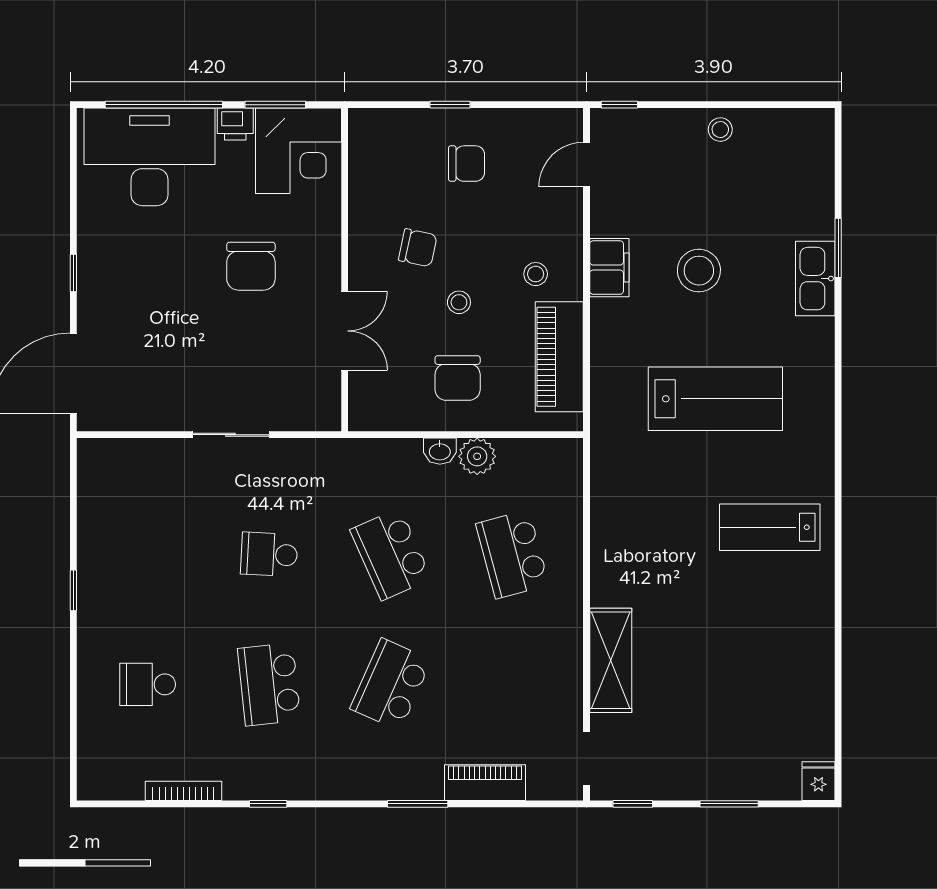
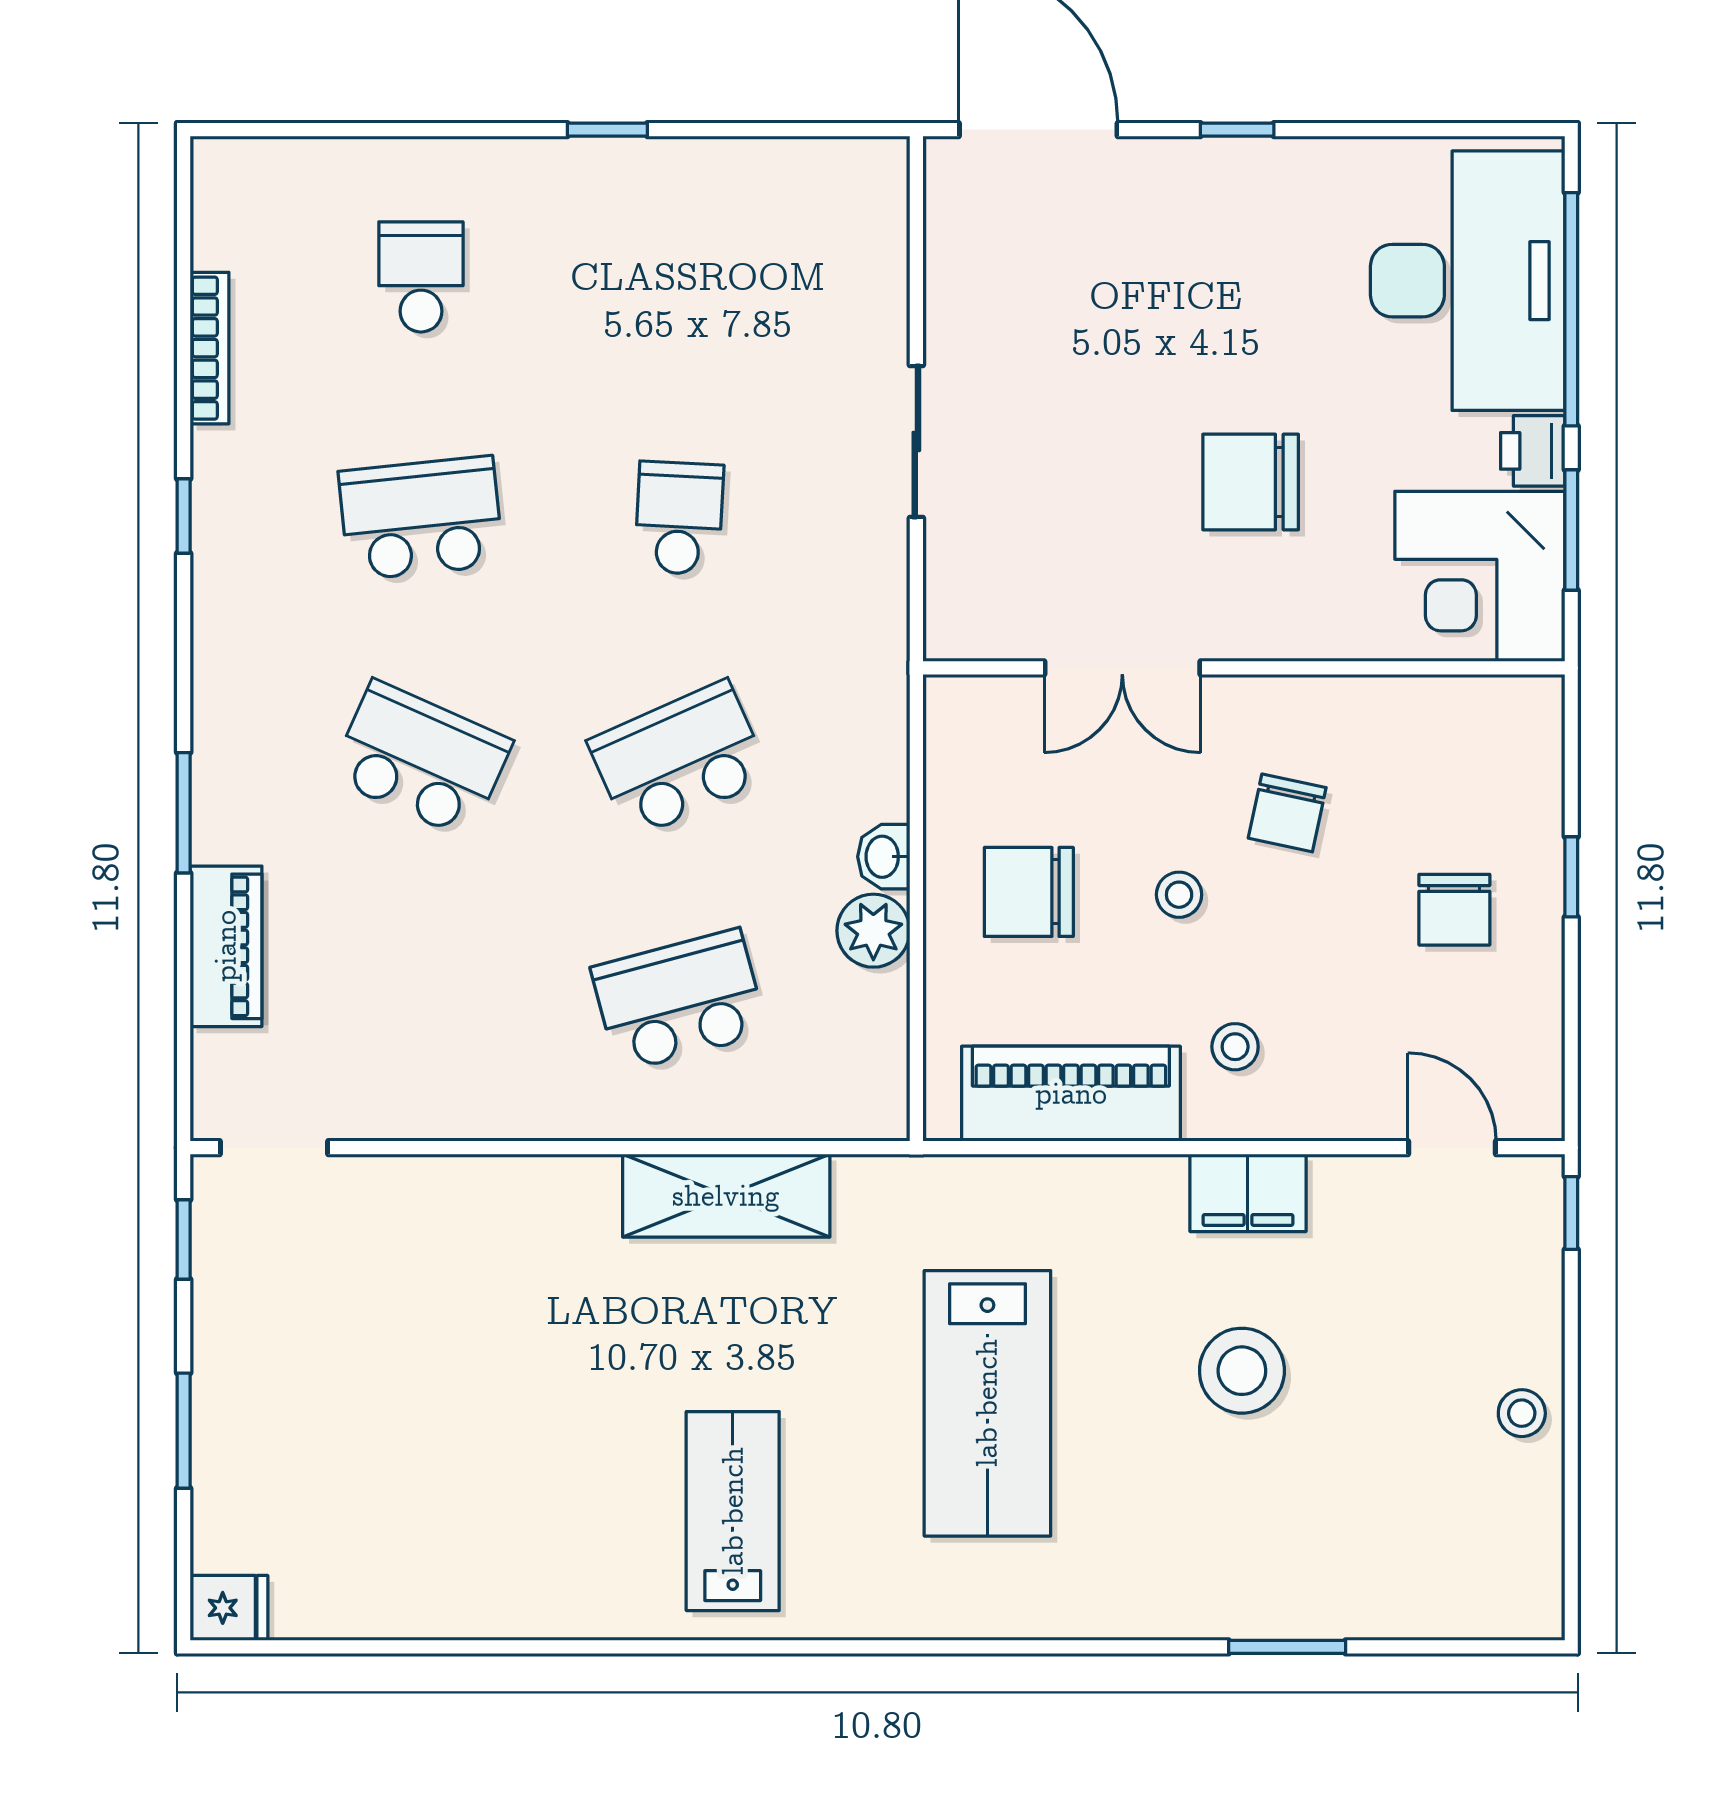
kitchen sink: (815, 279) -> (1226, 1601), removed
shelving: (611, 660) -> (726, 1196), moved

